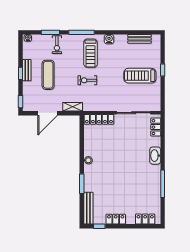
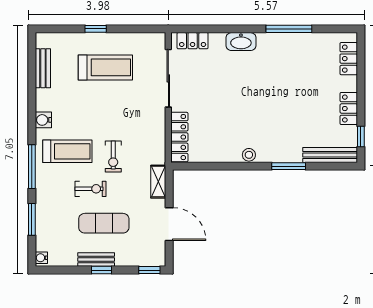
exercise bike: (57, 45) -> (91, 189), moved
treadmill: (140, 76) -> (105, 67), turned -90

